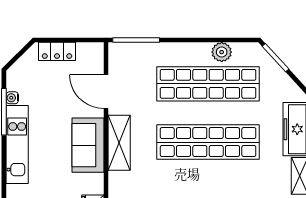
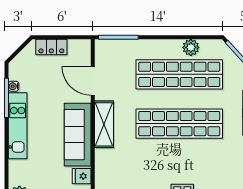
sofa: (88, 145) -> (78, 135), width x1.36

